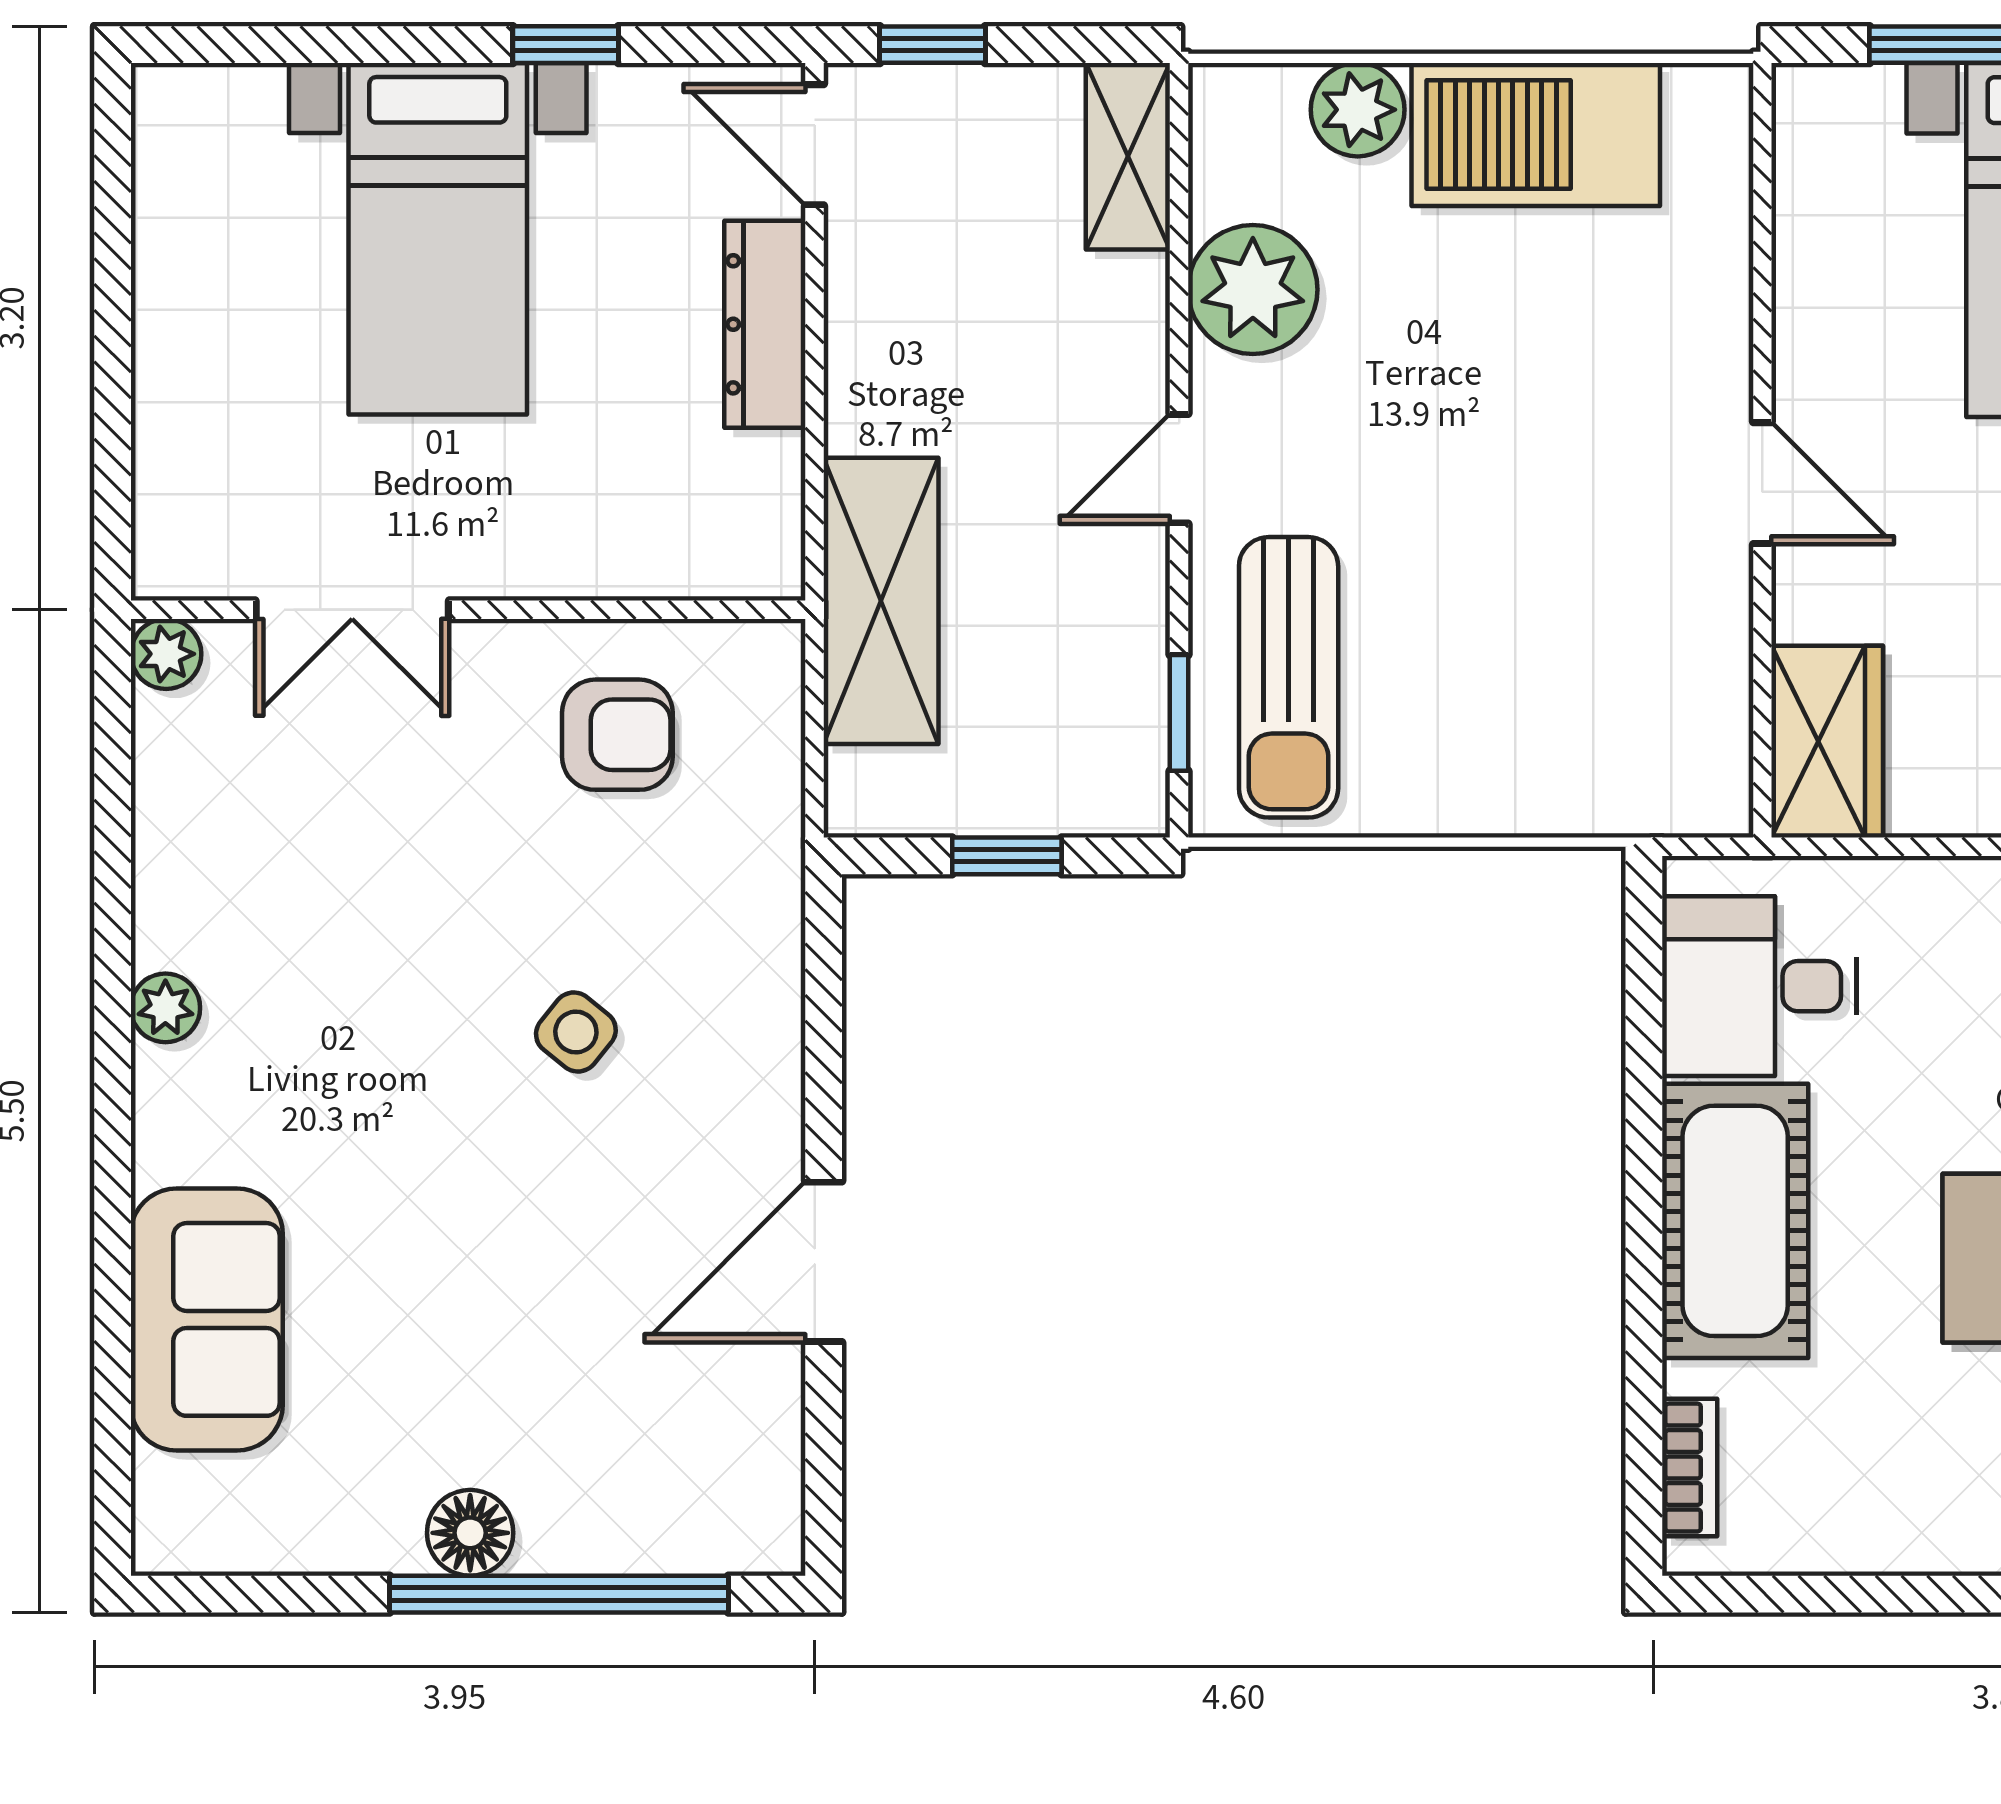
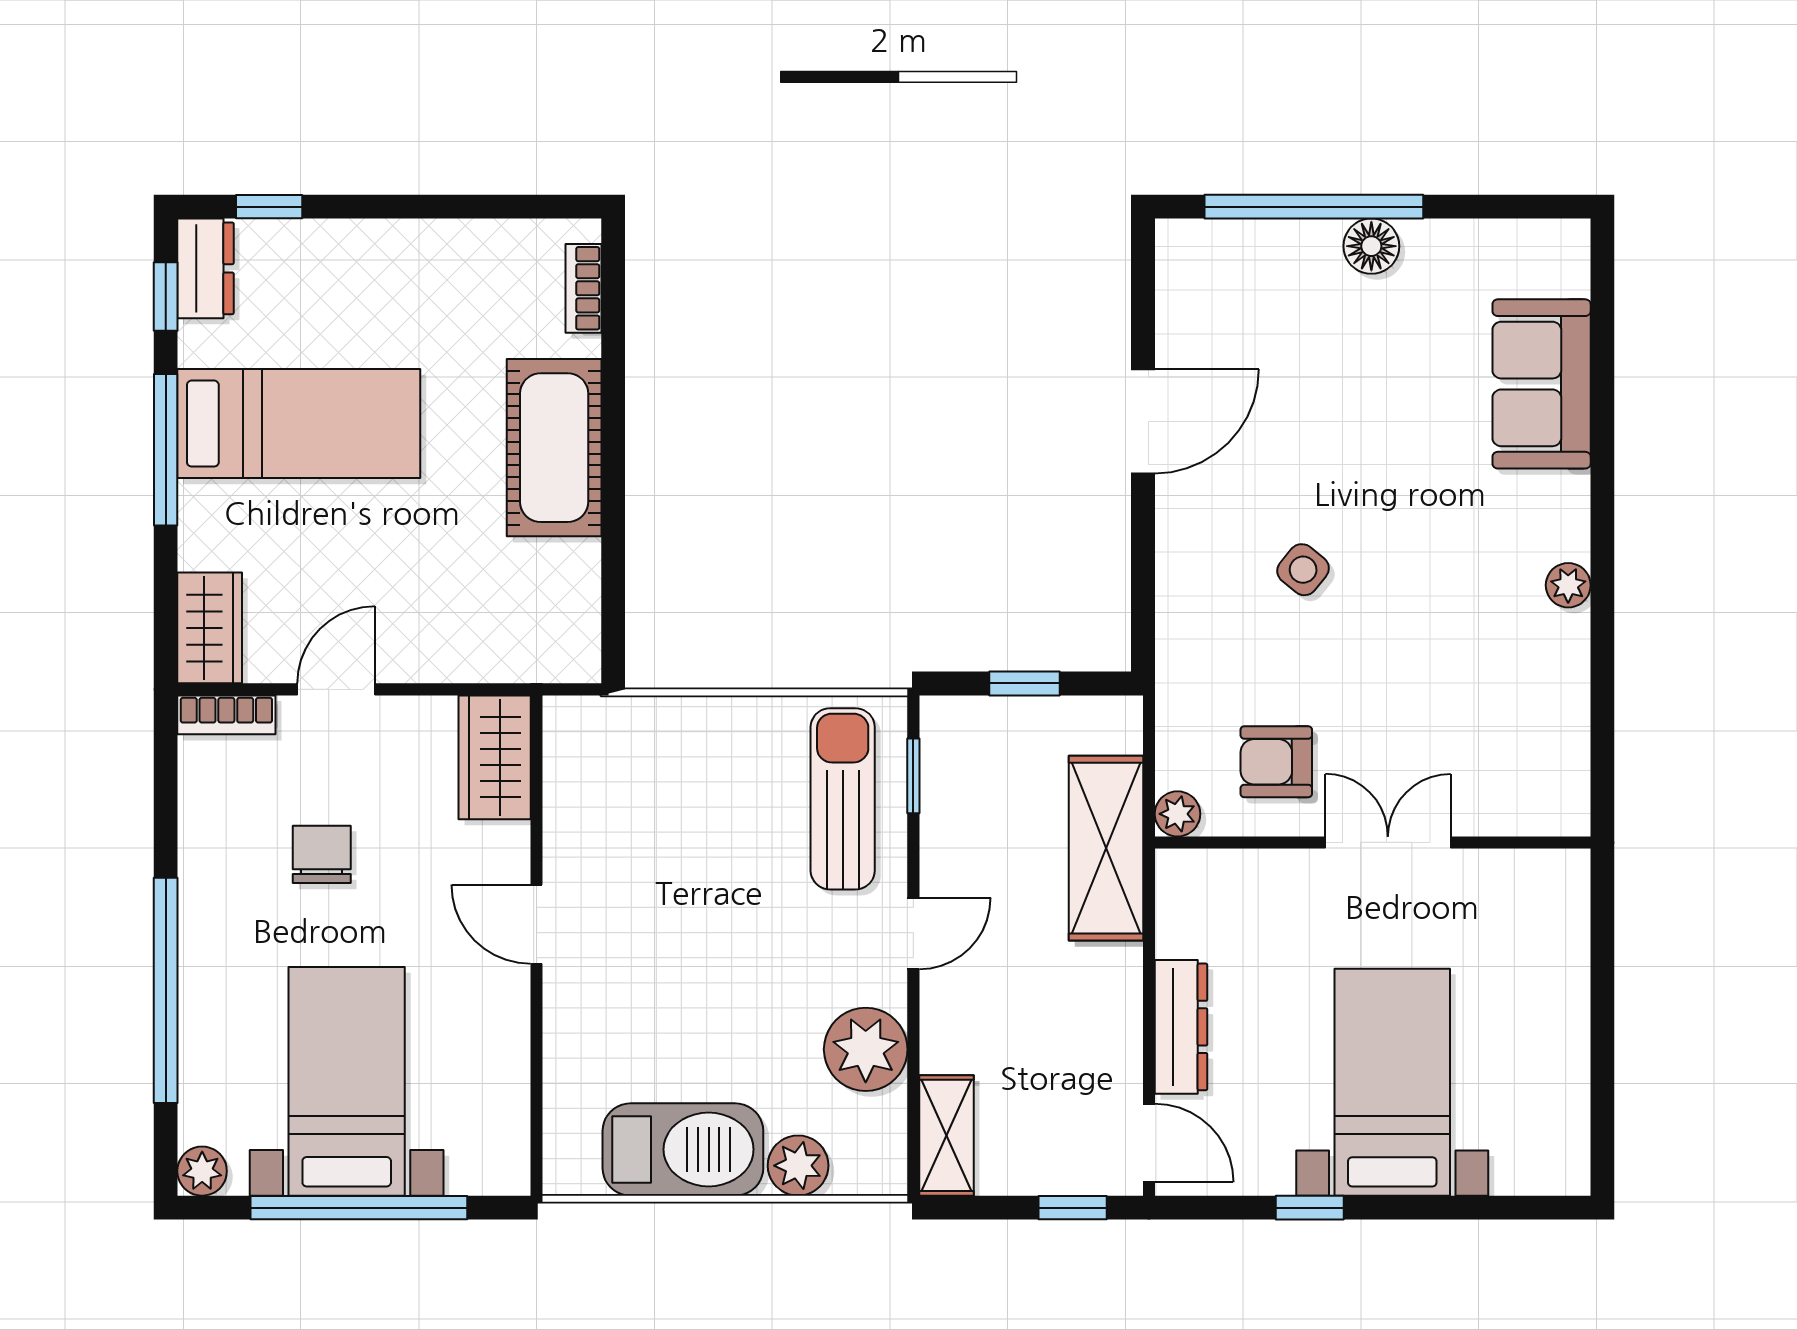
double door: (352, 610) -> (1388, 842), moved
plant: (166, 654) -> (1177, 814), moved
desk: (1759, 986) -> (539, 599), removed

